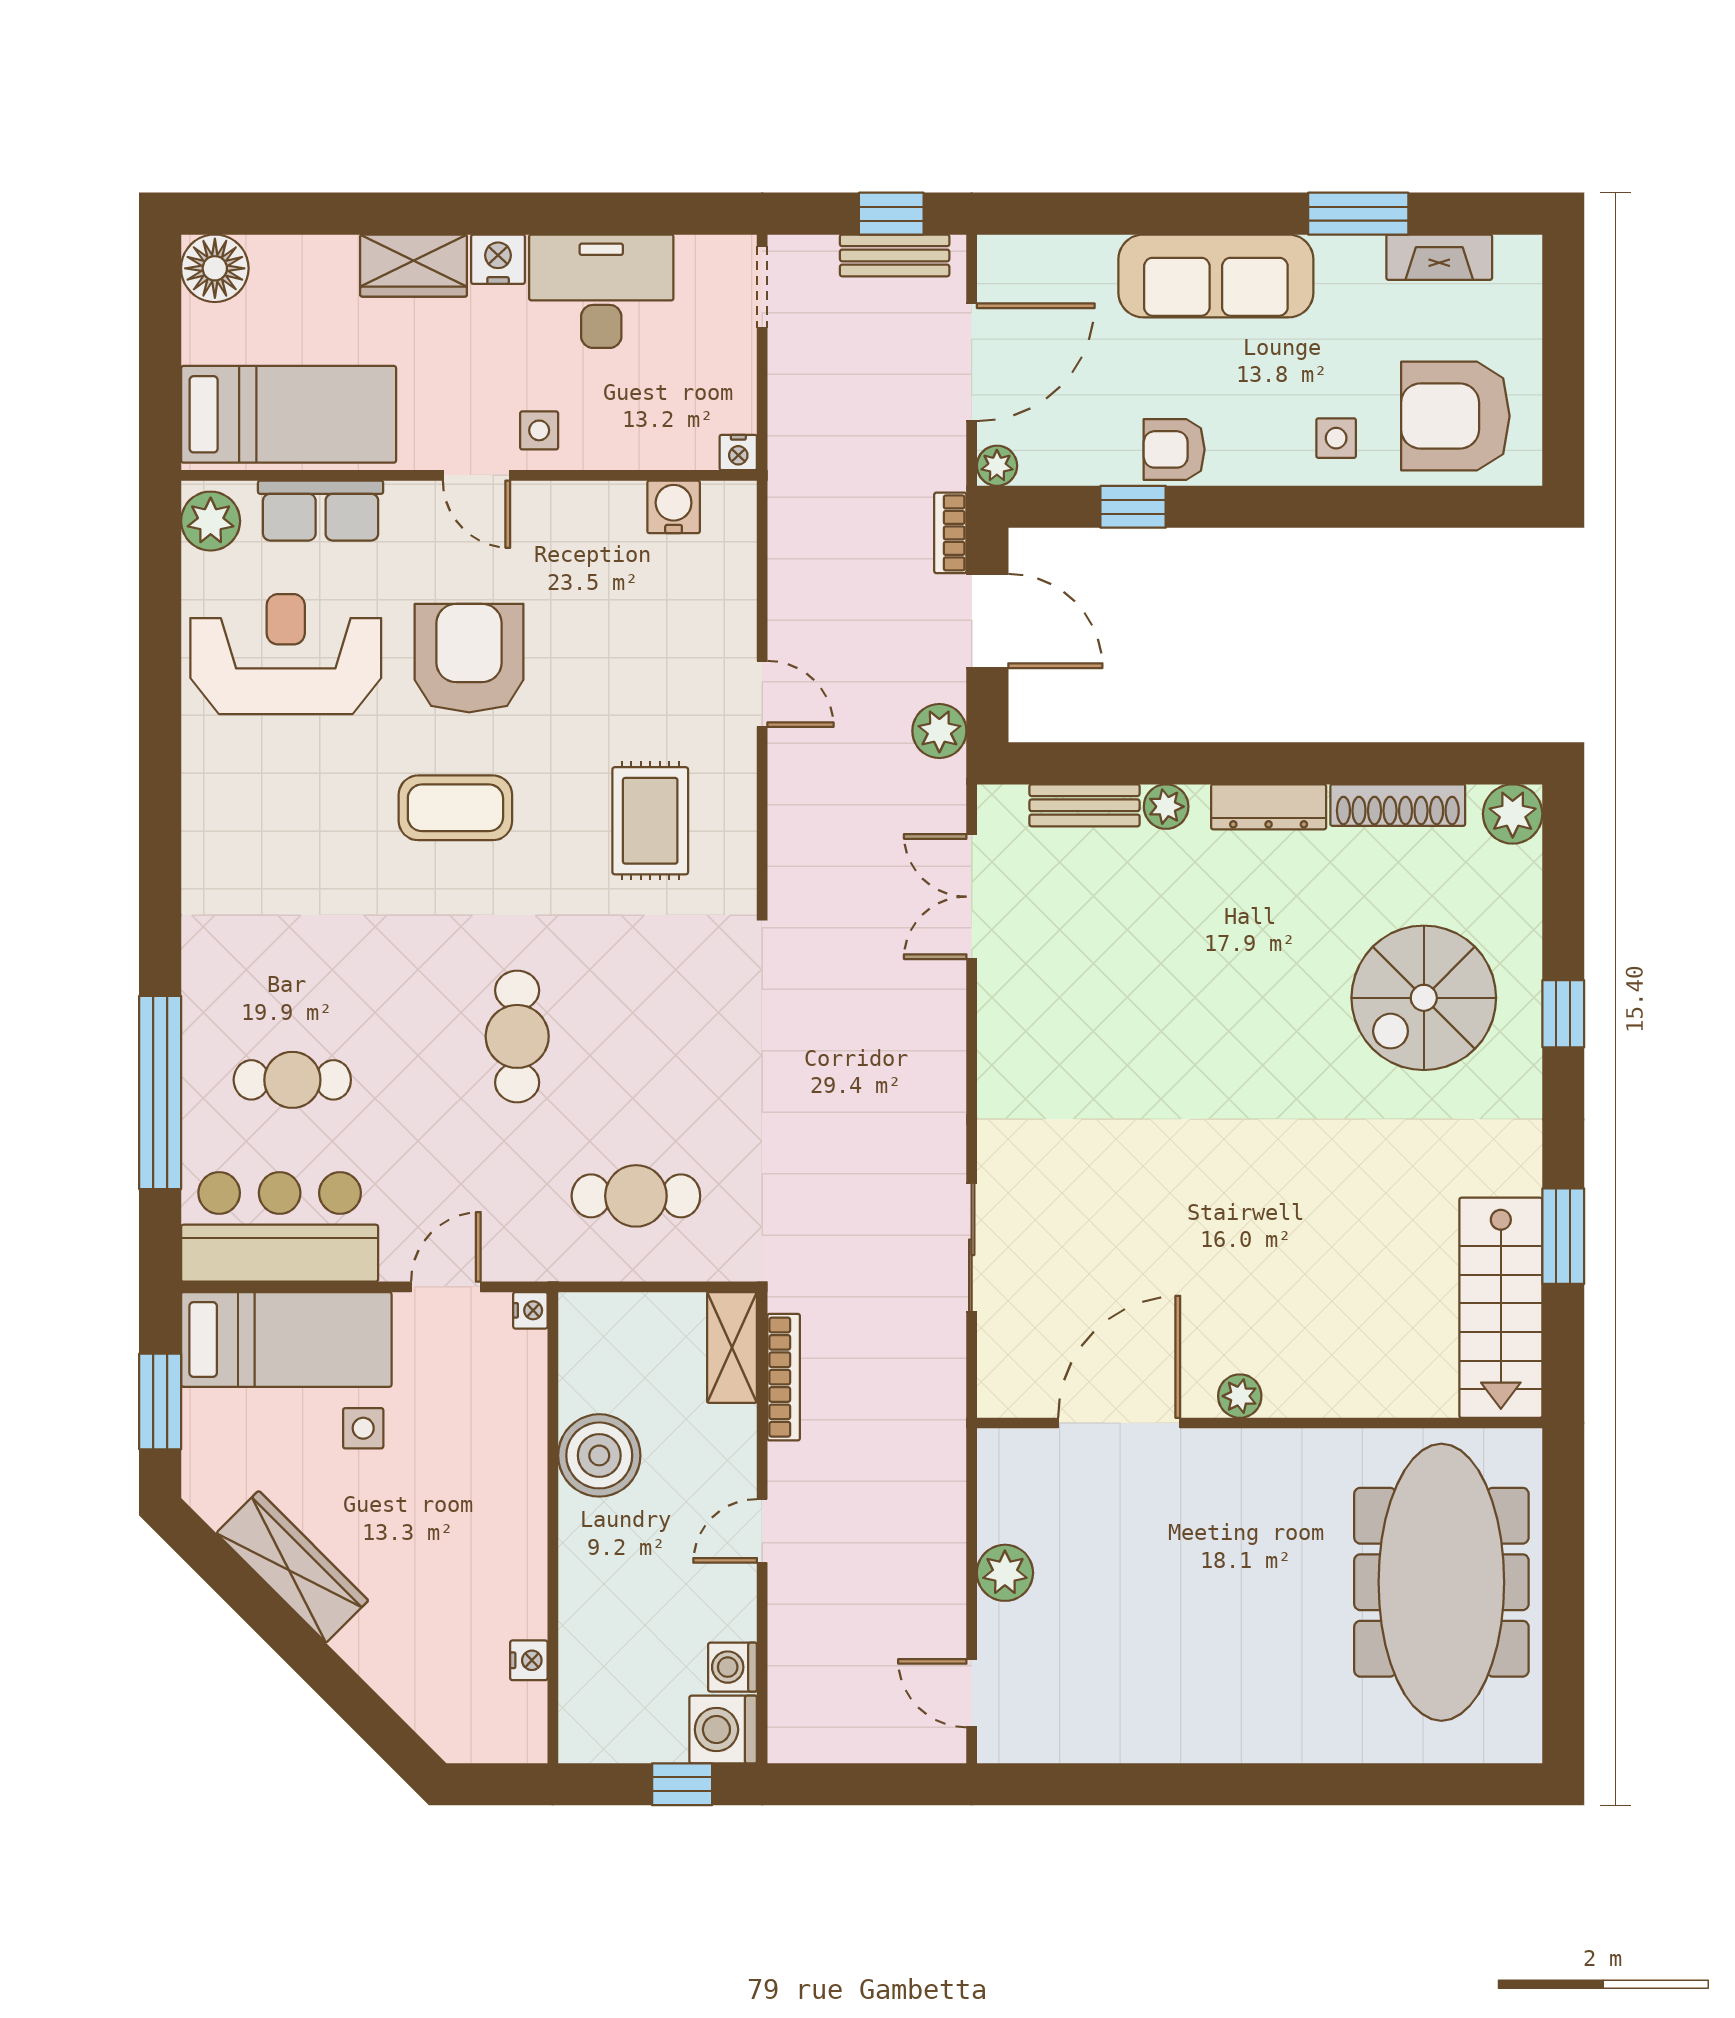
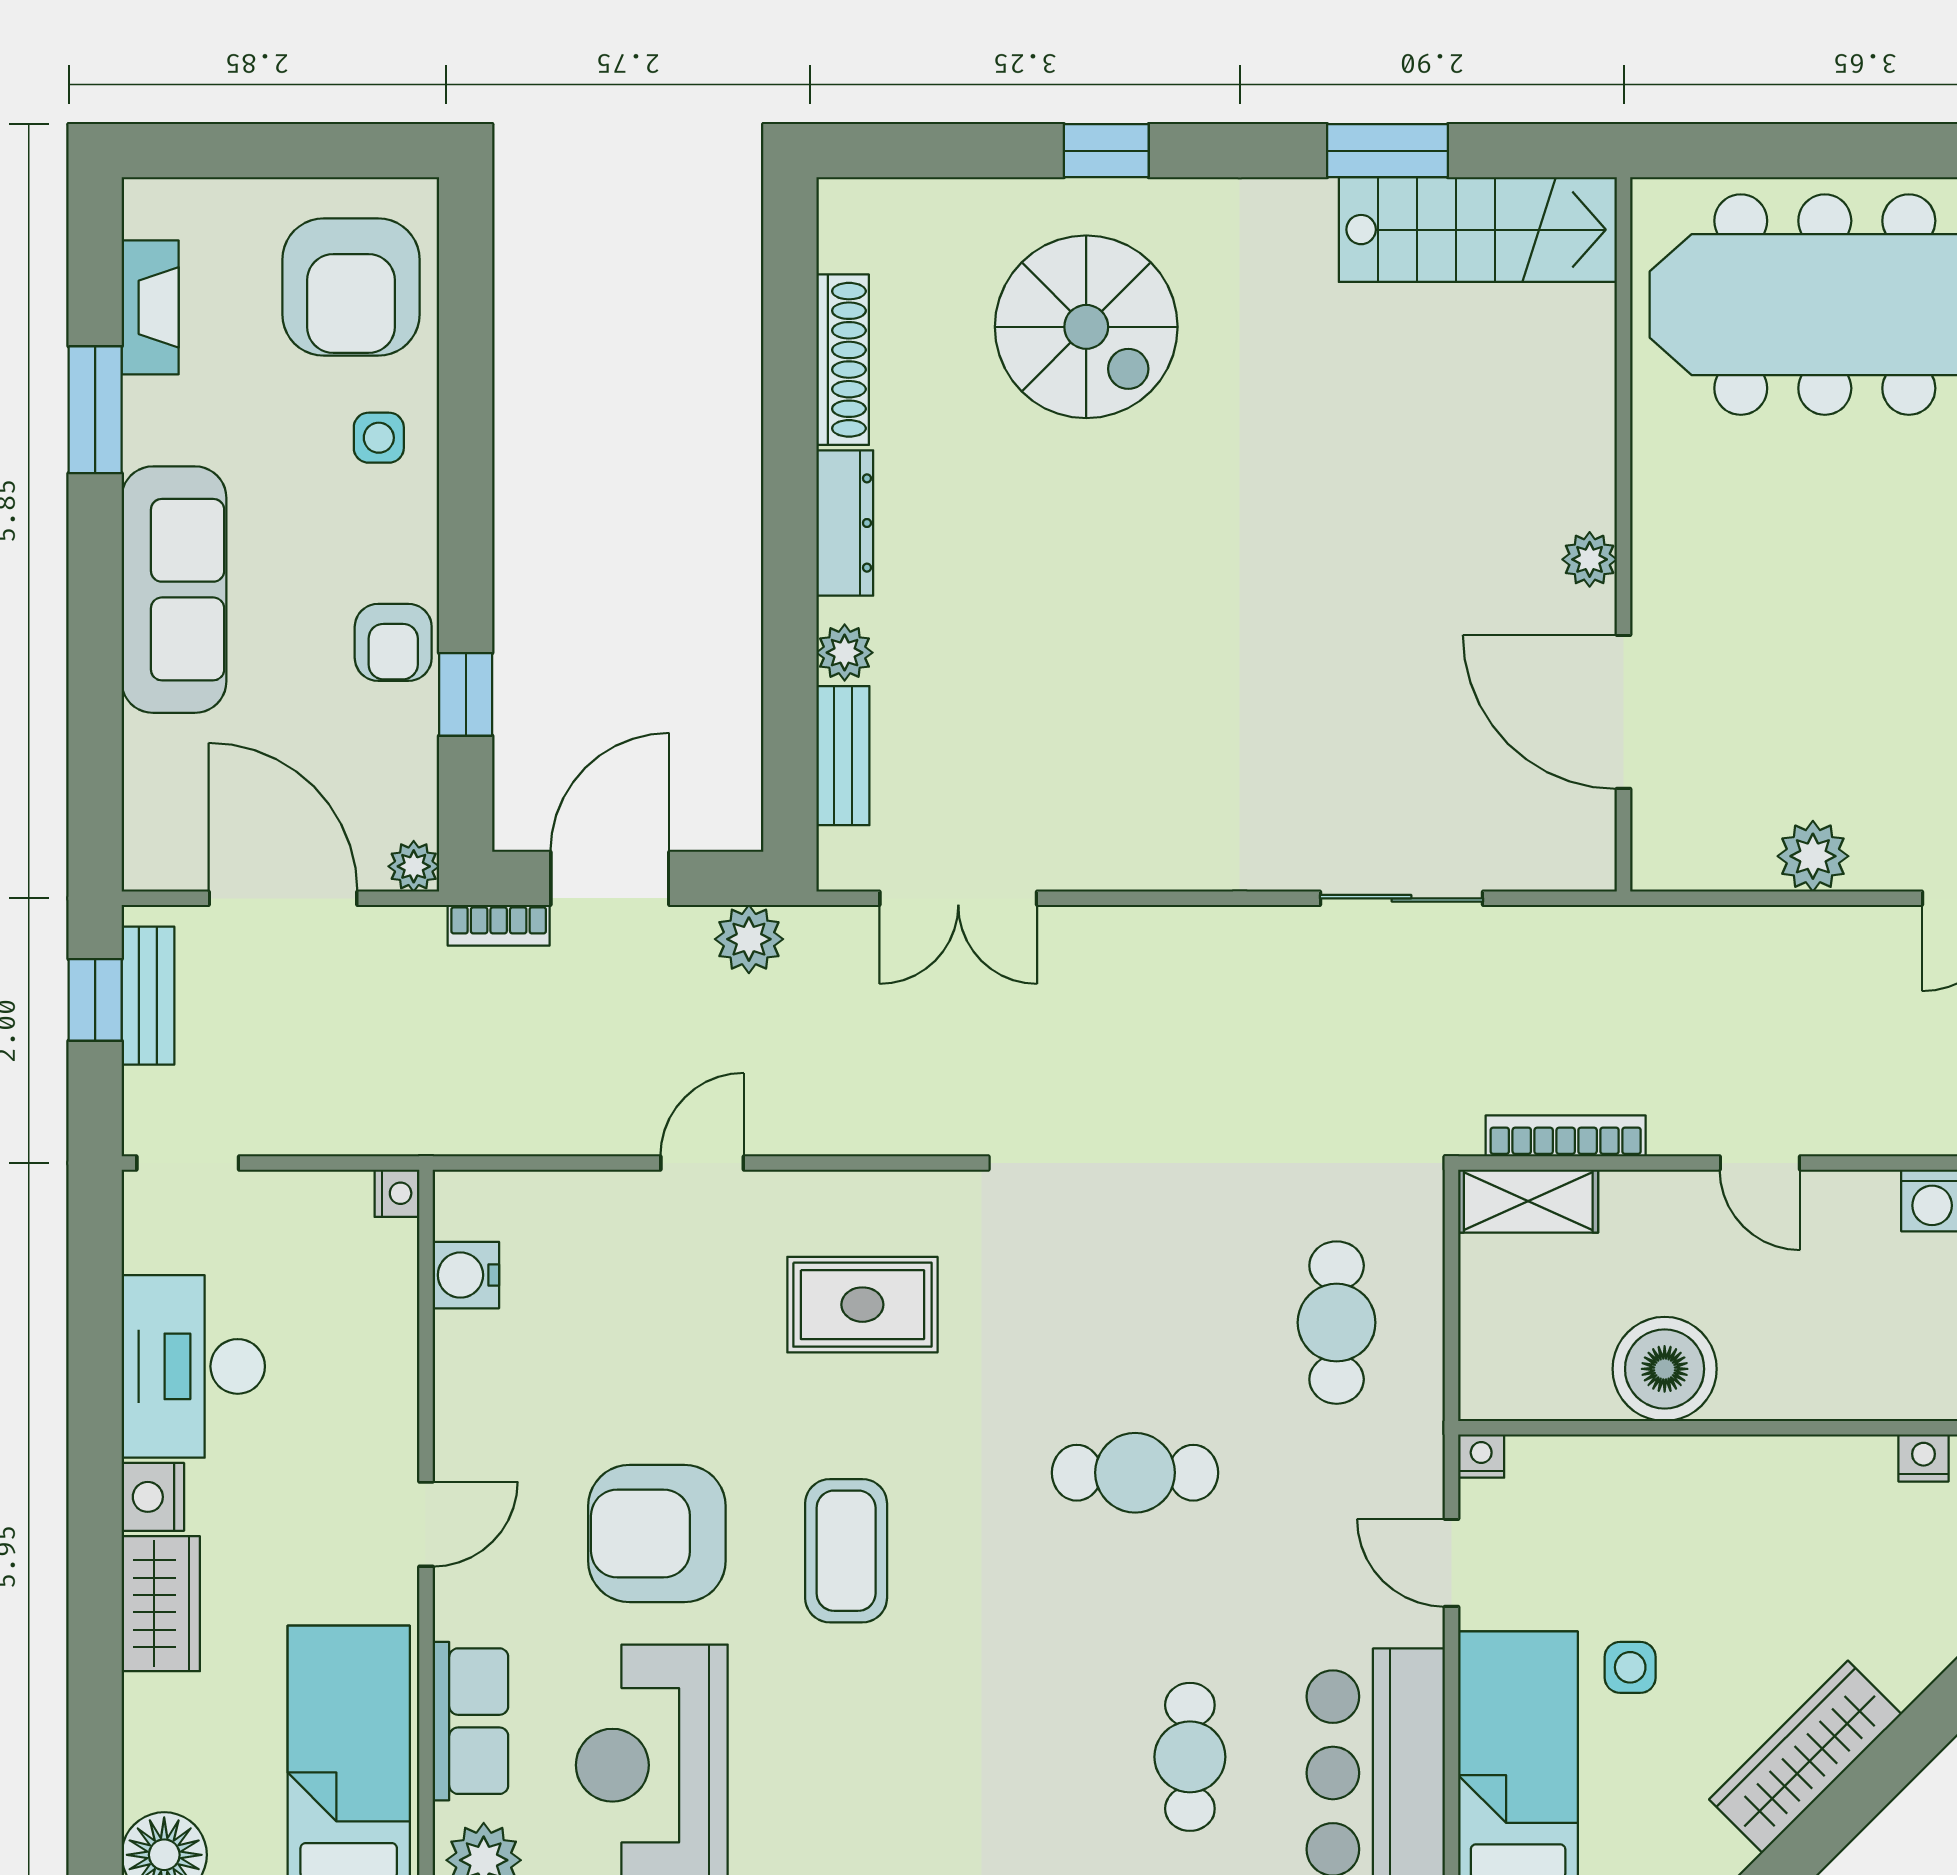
side table: (539, 430) -> (369, 1445), removed
plant: (1513, 814) -> (854, 215), removed

